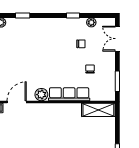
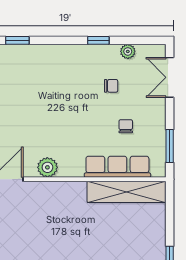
row of seats: (69, 94) -> (117, 167), moved
shelving: (98, 110) -> (126, 192), width x1.47

